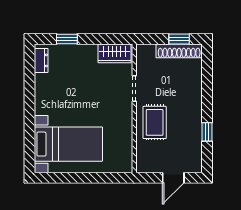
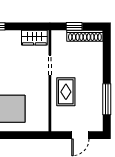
window: (179, 39) -> (74, 26), moved
window: (207, 132) -> (107, 99), width x2.17

